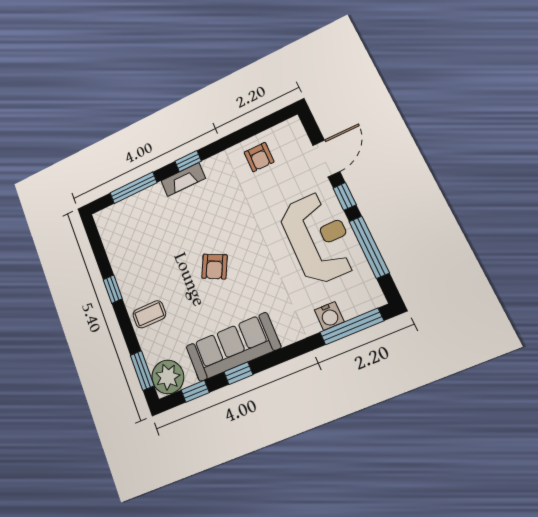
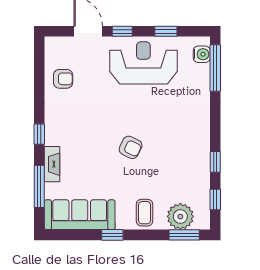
fireplace: (183, 180) -> (52, 164), moved
window: (369, 247) -> (166, 31), width x0.46
water cooler: (329, 316) -> (202, 54), moved
sofa: (233, 347) -> (80, 215), moved, turned 90
plant: (168, 377) -> (180, 216), moved

